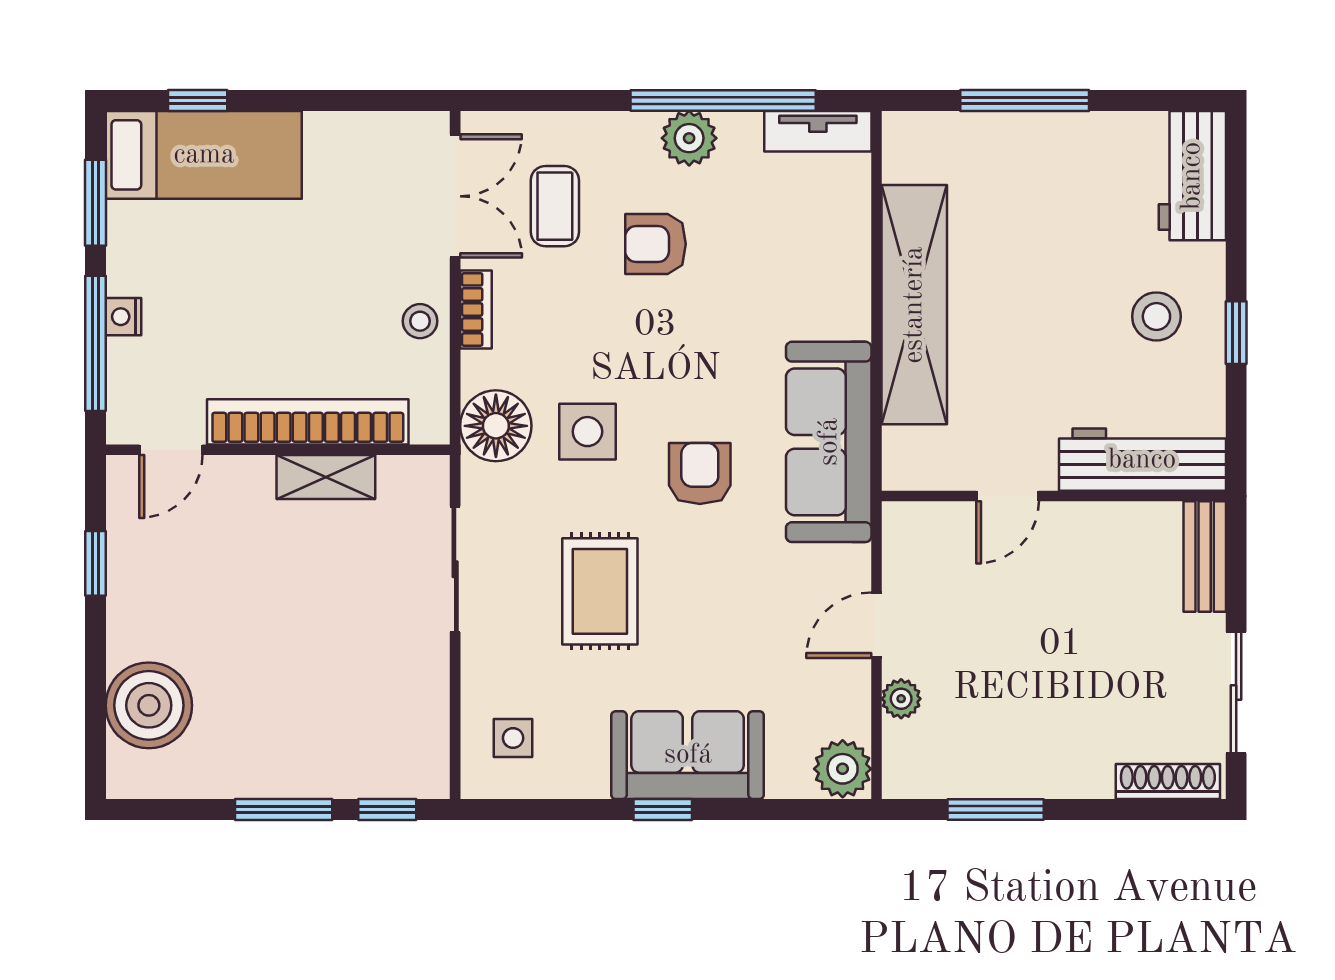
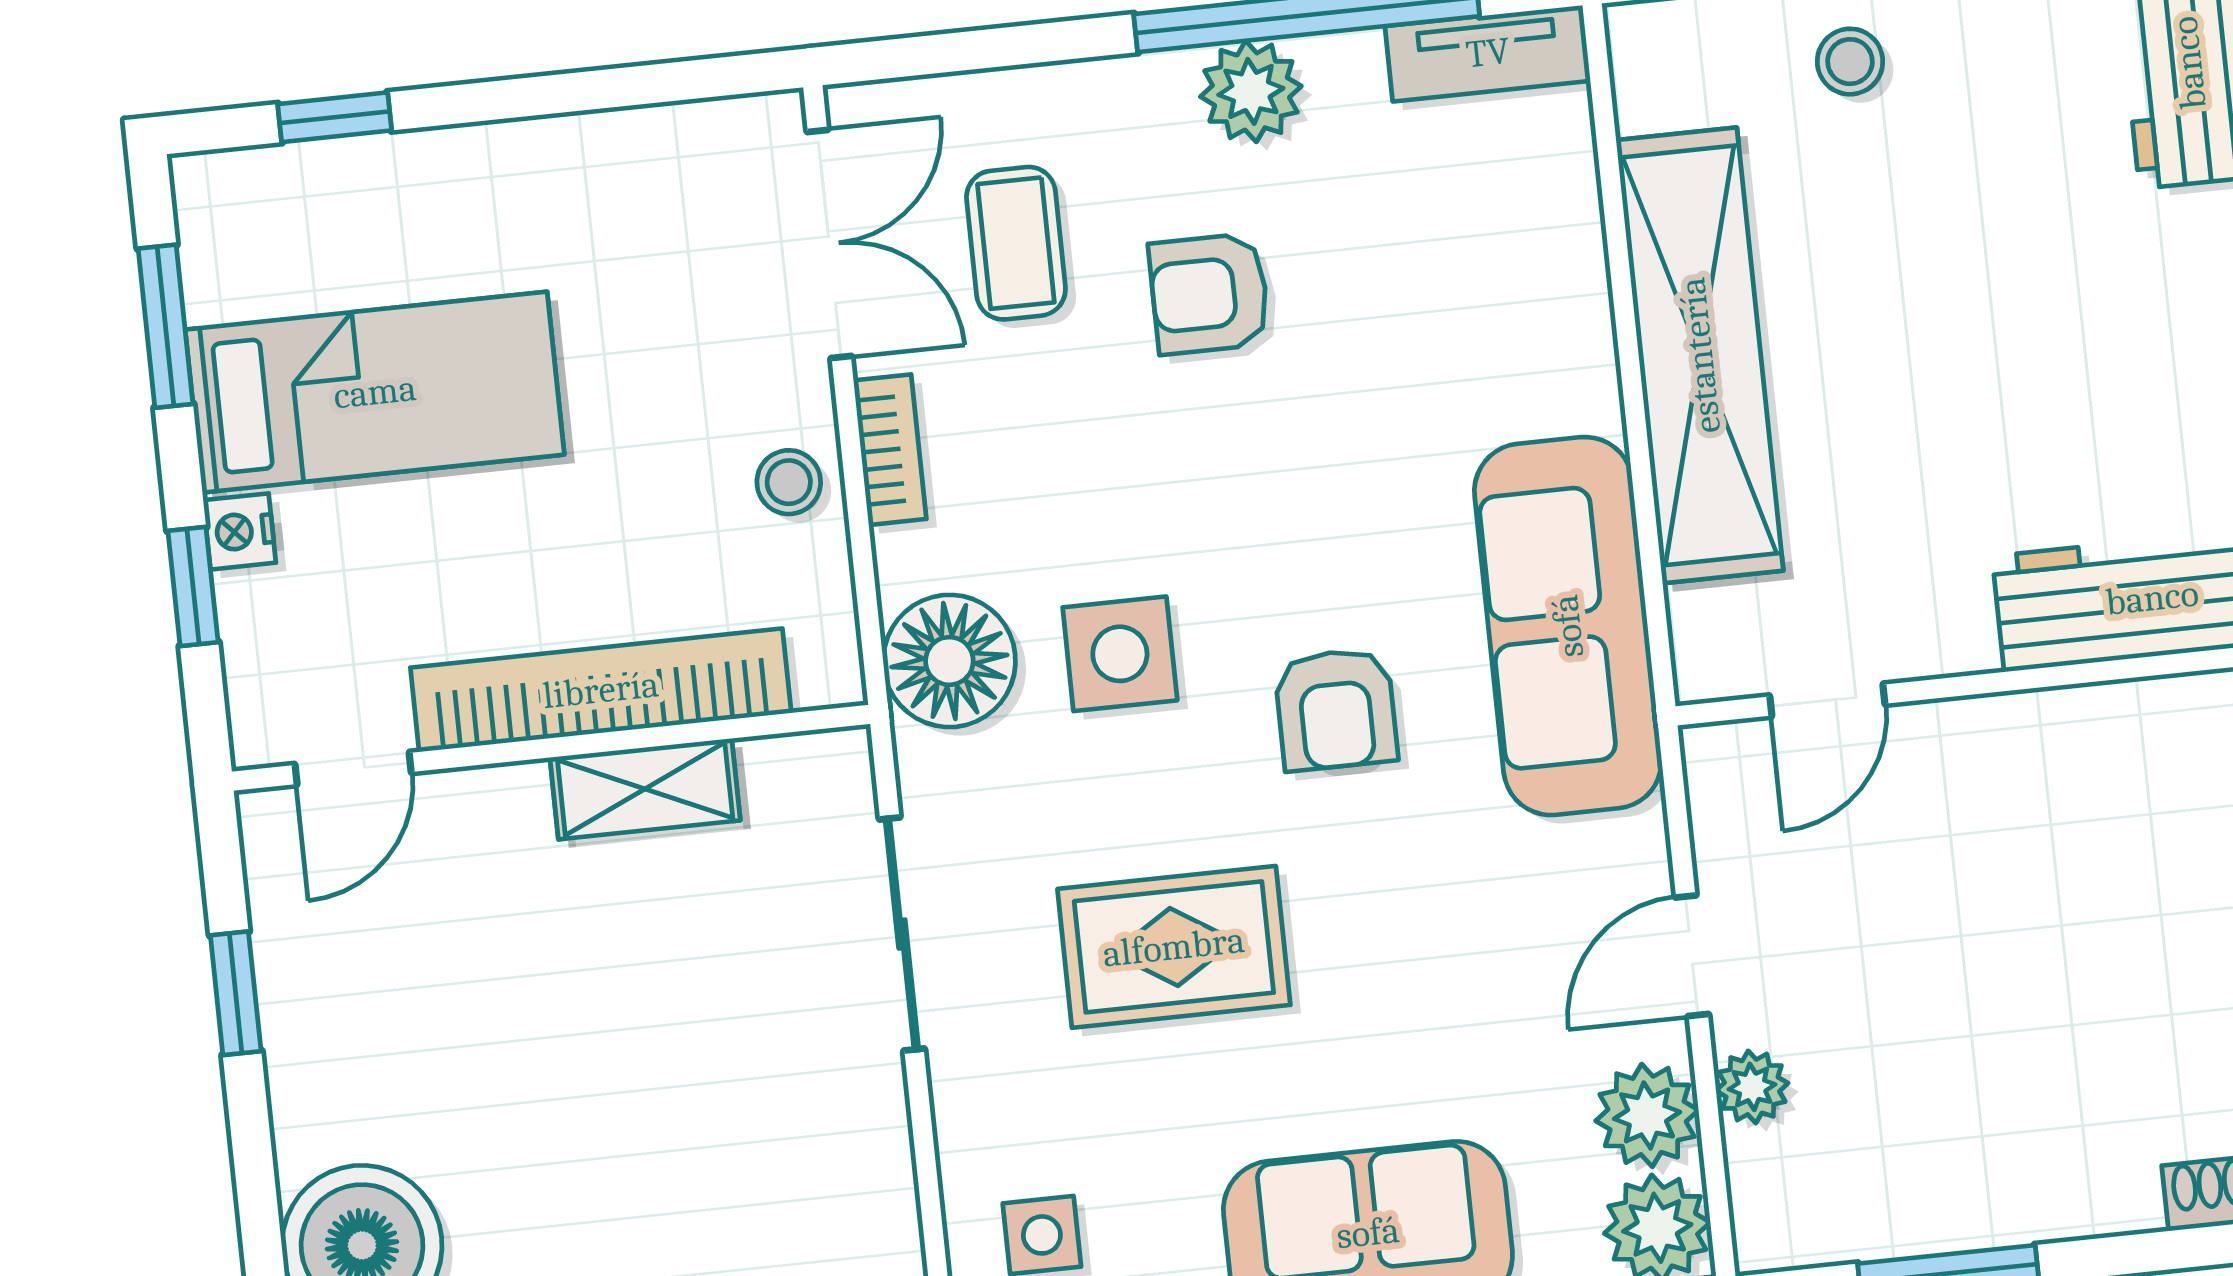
bed: (204, 155) -> (375, 392), moved
stool: (1156, 316) -> (1850, 62), moved, width x0.73, depth x0.73
window: (95, 343) -> (193, 587), width x0.46
armchair: (700, 473) -> (1336, 709), turned 180
door: (1008, 496) -> (1827, 700), moved
rug: (600, 591) -> (1174, 947), turned 90
plant: (843, 708) -> (1647, 1115), added

